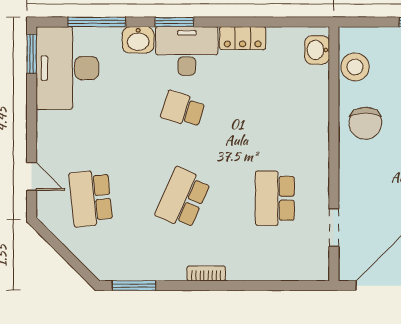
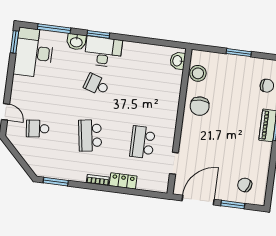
locker: (243, 38) -> (123, 181), moved, turned 180
school desk: (91, 198) -> (38, 129), width x0.54
school desk: (183, 198) -> (90, 135), turned -33

